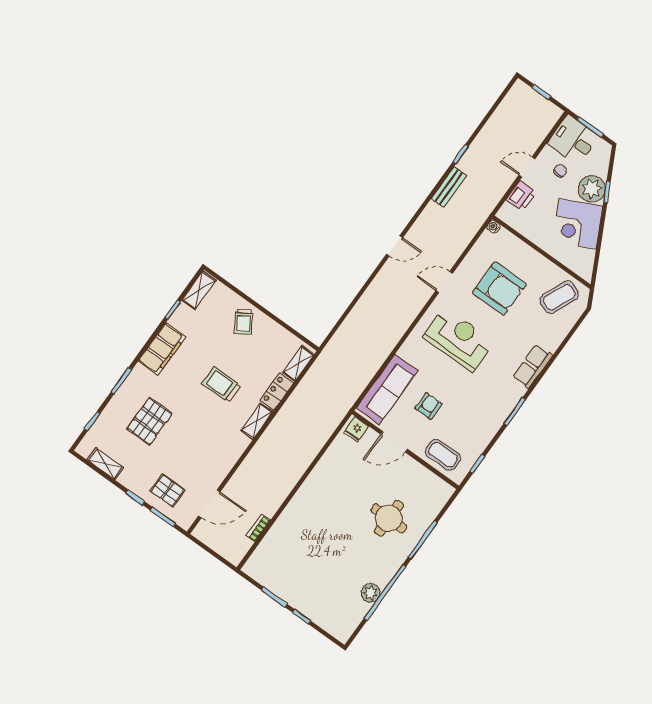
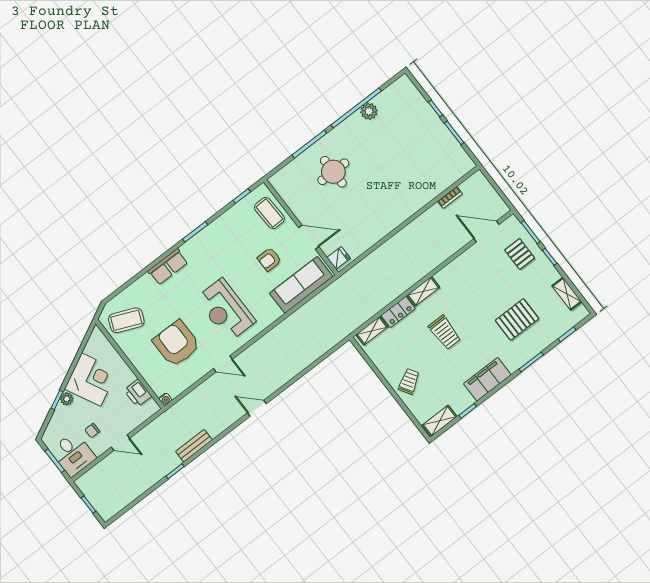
plant: (592, 189) -> (67, 399), width x0.53, depth x0.53
printer: (521, 196) -> (138, 393), moved, turned -90

